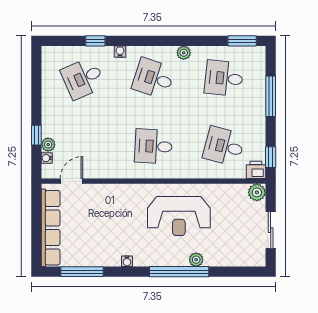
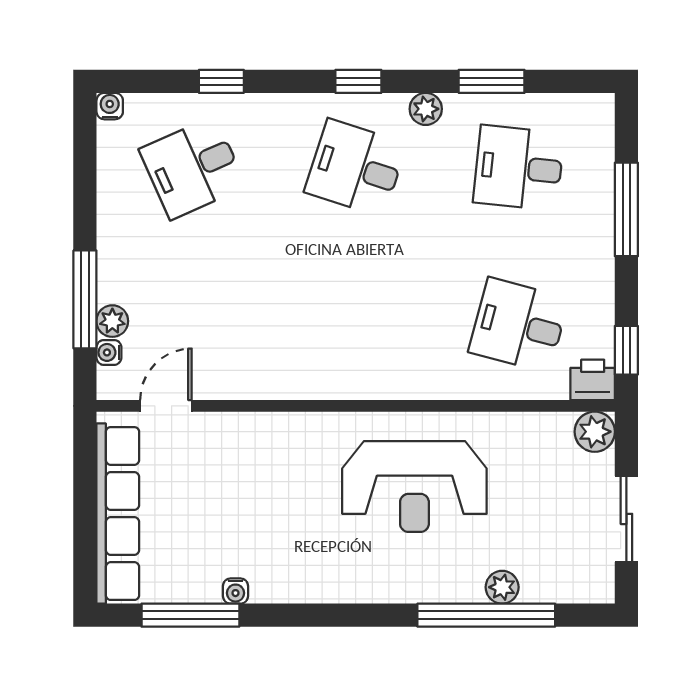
window: (155, 41) -> (358, 81), added
window: (242, 41) -> (492, 81), moved
water cooler: (120, 52) -> (110, 106), moved
window: (36, 135) -> (85, 299), width x2.17
desk: (153, 146) -> (356, 325), removed
plant: (196, 260) -> (502, 587), moved
water cooler: (127, 261) -> (235, 591), moved
window: (179, 272) -> (486, 615), moved

